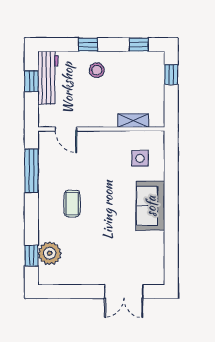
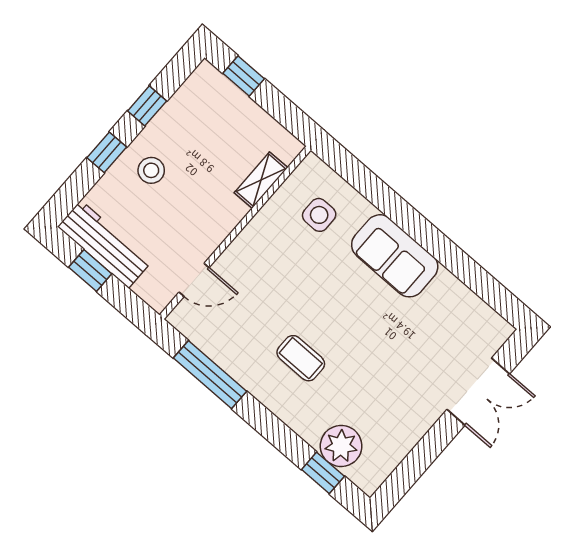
window: (139, 45) -> (147, 106), moved

